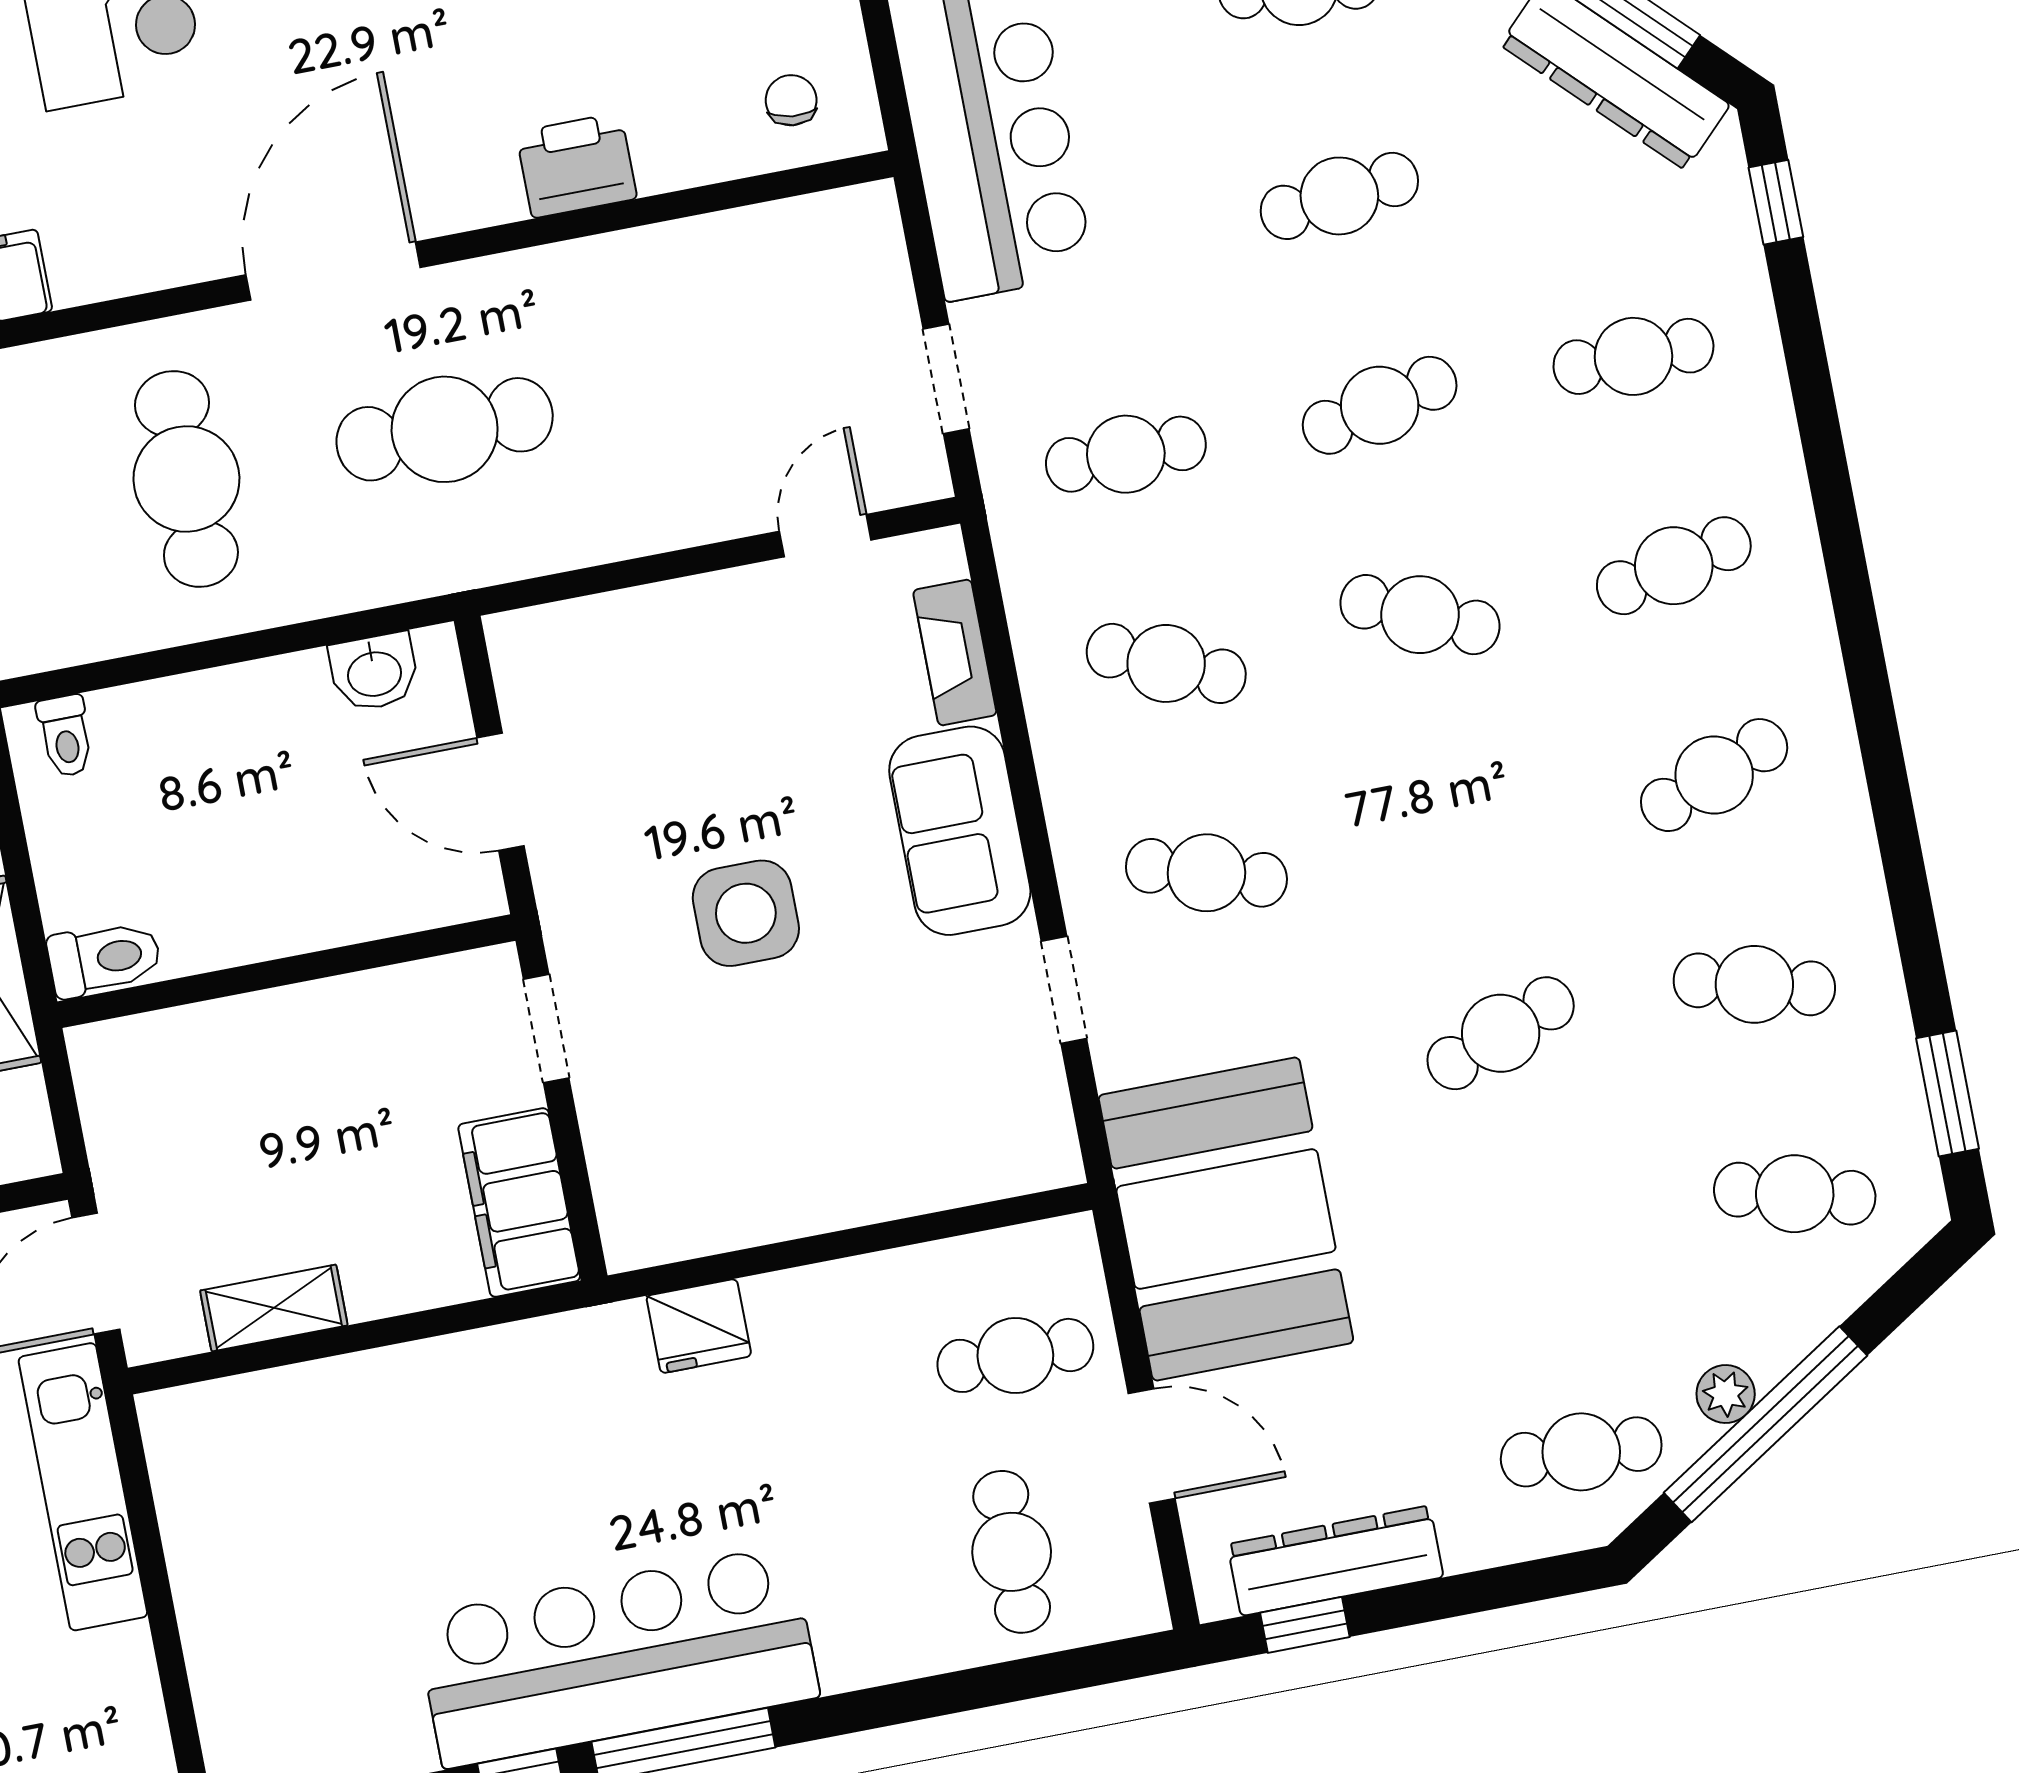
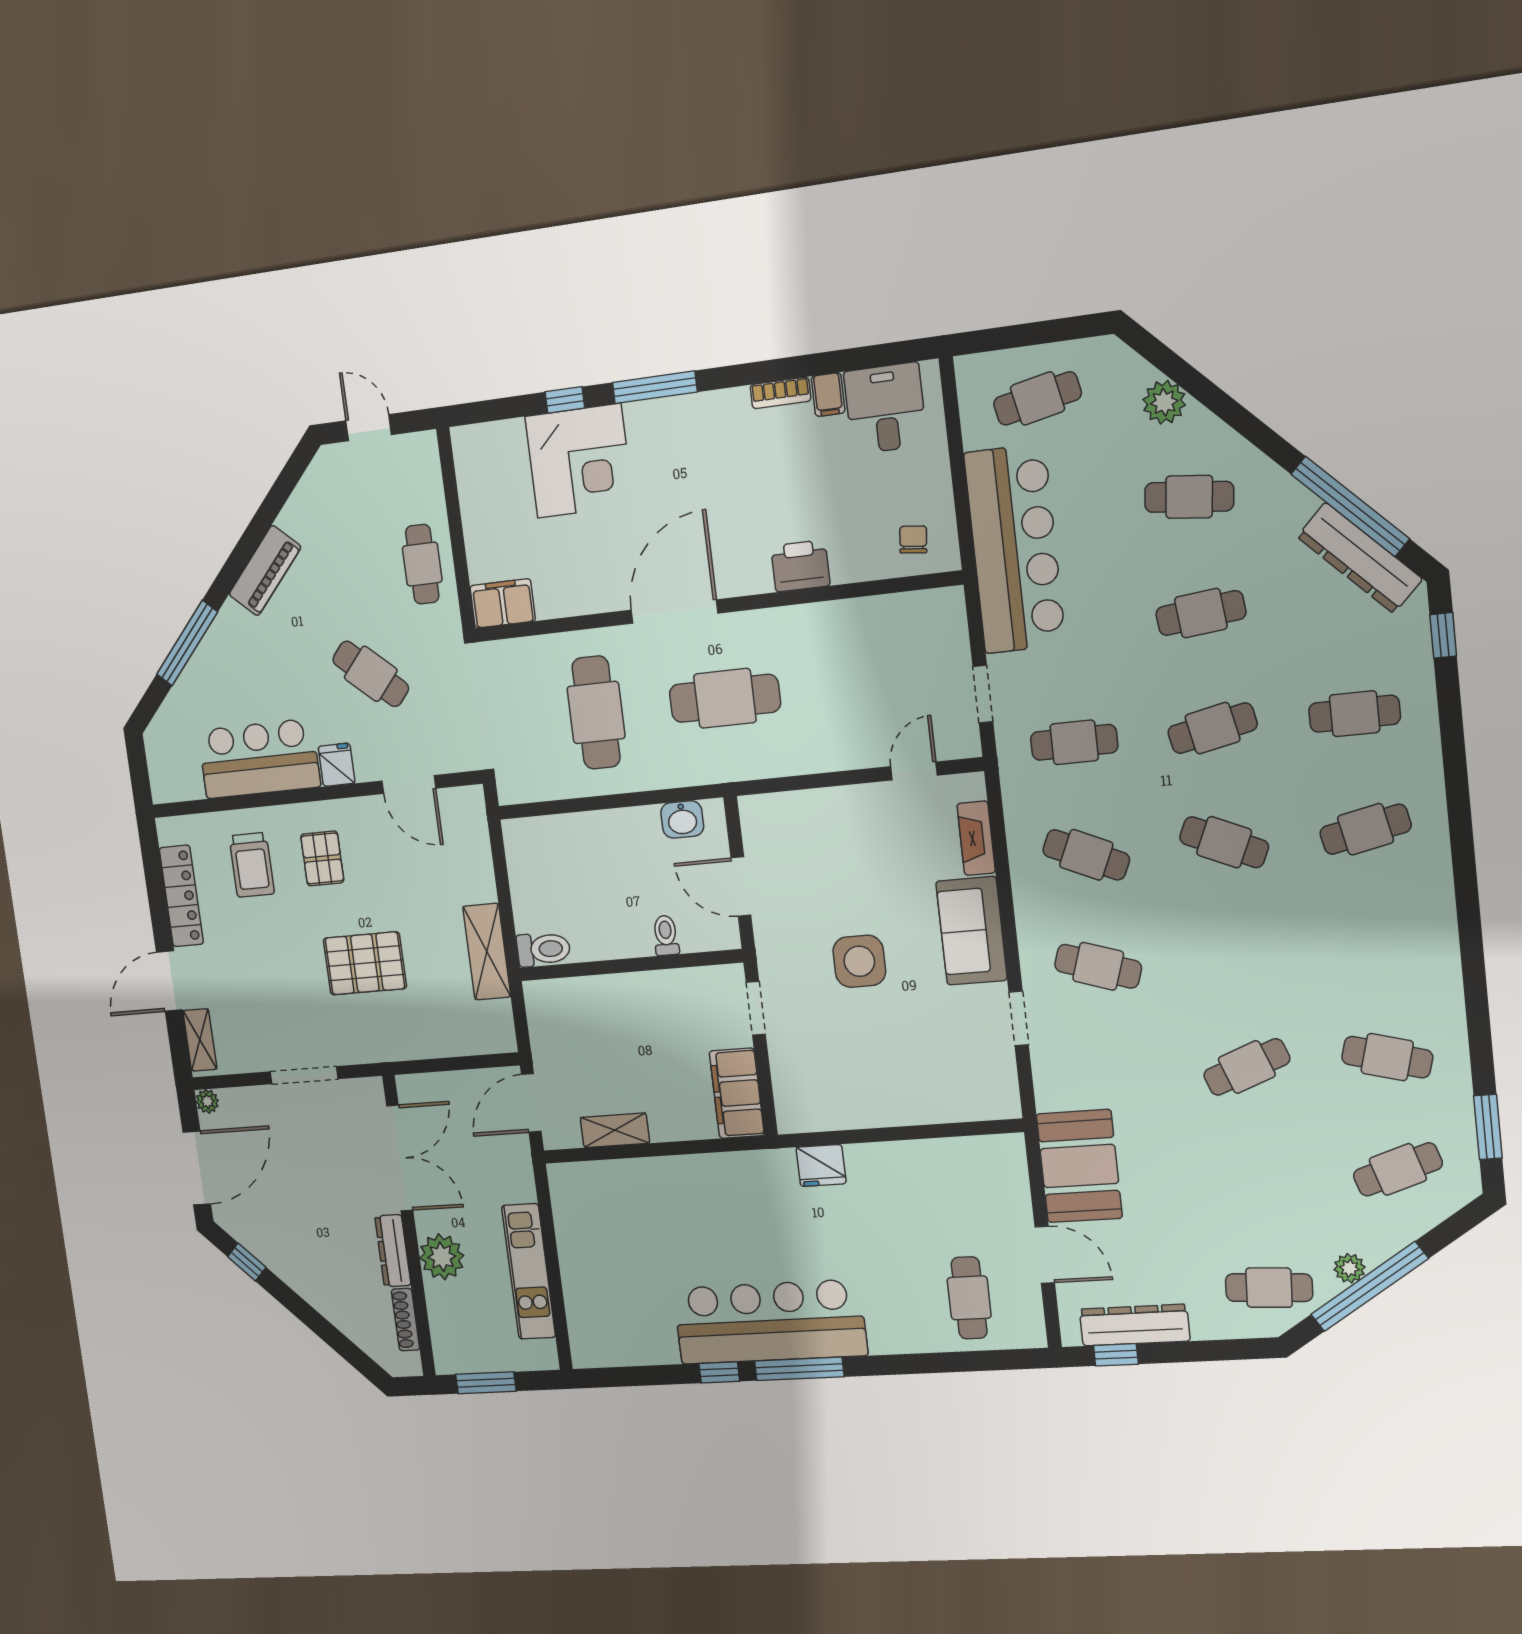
toilet: (65, 736) -> (666, 935), moved, turned 180
cafe table: (1714, 775) -> (1376, 944), removed
cafe table: (1795, 1194) -> (1398, 1169), turned -33
booth: (1226, 1219) -> (1079, 1166), width x0.73, depth x0.70
cafe table: (1015, 1355) -> (979, 1200), removed
kitchen unit: (83, 1487) -> (529, 1271), moved

